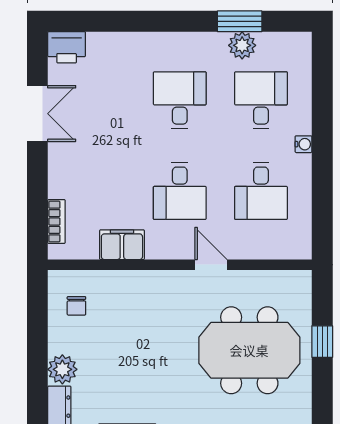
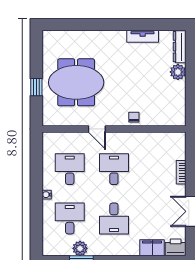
desk: (261, 100) -> (70, 219), turned 180
bookcase: (56, 221) -> (181, 172), moved
filing cabinet: (122, 245) -> (152, 248), moved, turned 180
chair: (76, 306) -> (134, 117), moved

